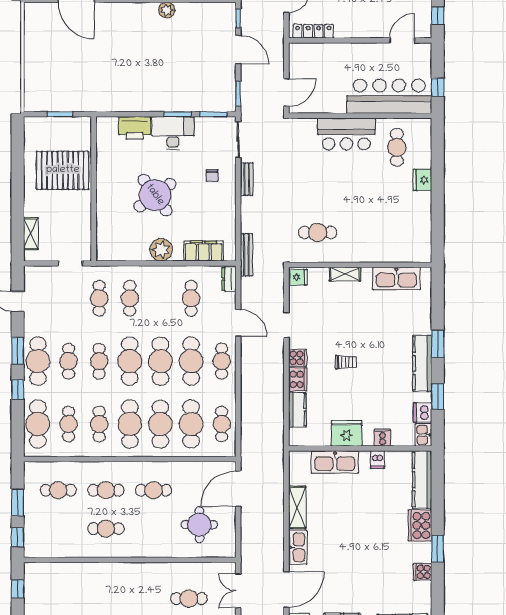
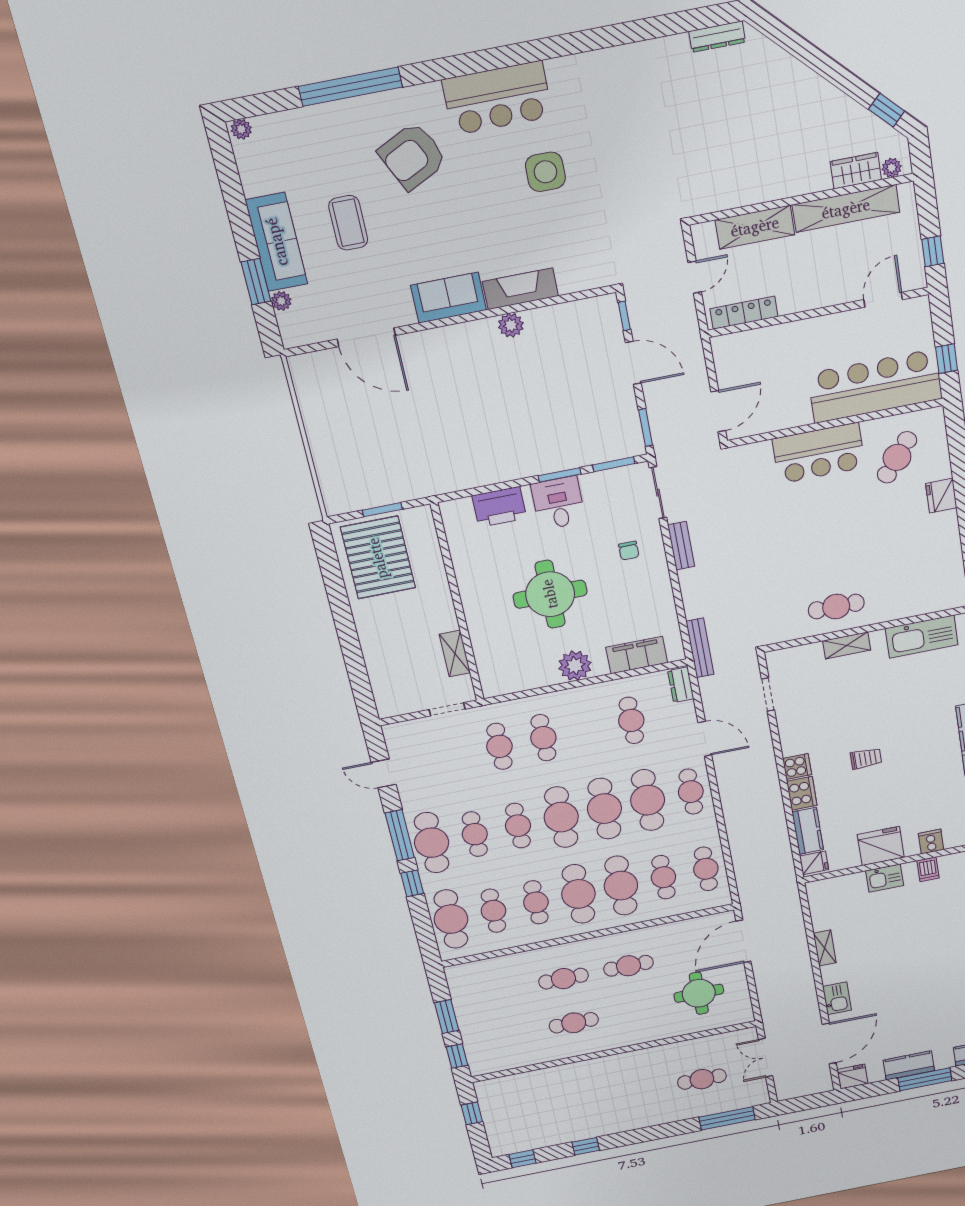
desk: (173, 133) -> (558, 503), width x0.73
cafe table: (397, 147) -> (897, 457), turned 38
pallet: (63, 170) -> (378, 558), moved, turned 90
round table: (155, 195) -> (550, 594), turned 36
cafe table: (318, 232) -> (836, 607), moved
shelving: (31, 234) -> (455, 654), moved
fridge: (298, 277) -> (814, 863), moved
doorway: (286, 325) -> (768, 694), moved
window: (18, 351) -> (400, 835), width x1.44
cafe table: (191, 424) -> (663, 877), width x0.73, depth x0.74
kitchen sink: (335, 462) -> (885, 878), width x0.53, depth x0.81
cafe table: (58, 490) -> (498, 991), removed
shelving: (297, 508) -> (825, 948), width x0.67, depth x0.75
kitchen sink: (298, 547) -> (837, 998), width x0.73

